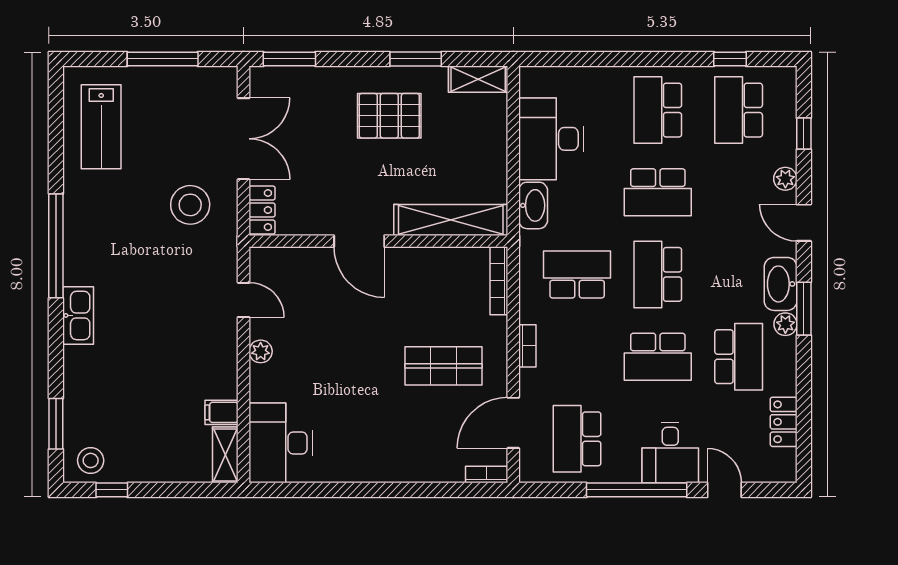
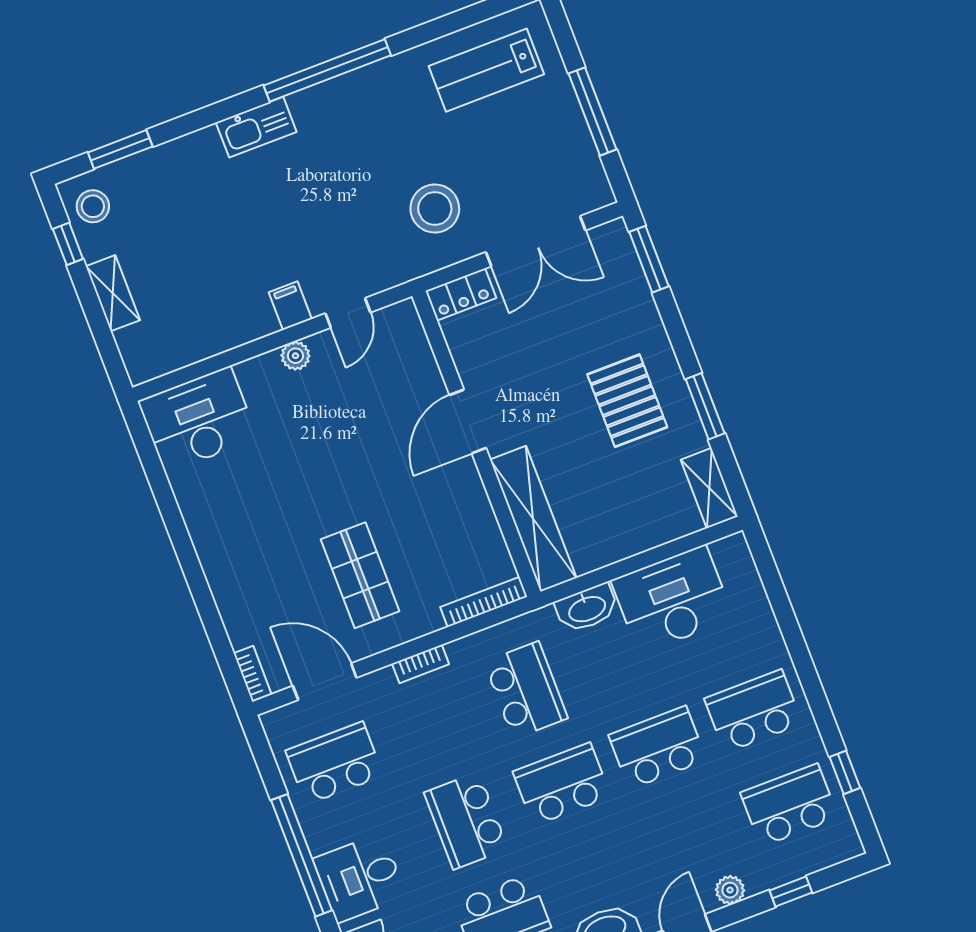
school desk: (658, 192) -> (658, 748), turned 90
filing cabinet: (222, 412) -> (290, 306), moved
shelving: (225, 455) -> (113, 293), moved, turned 90

